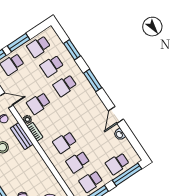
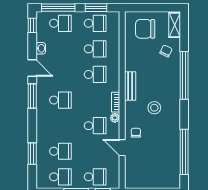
window: (93, 80) -> (32, 96), moved
school desk: (65, 86) -> (60, 100), moved
door: (116, 115) -> (32, 68), hinge flipped
bench: (22, 136) -> (130, 86), moved
window: (138, 148) -> (32, 25), added

